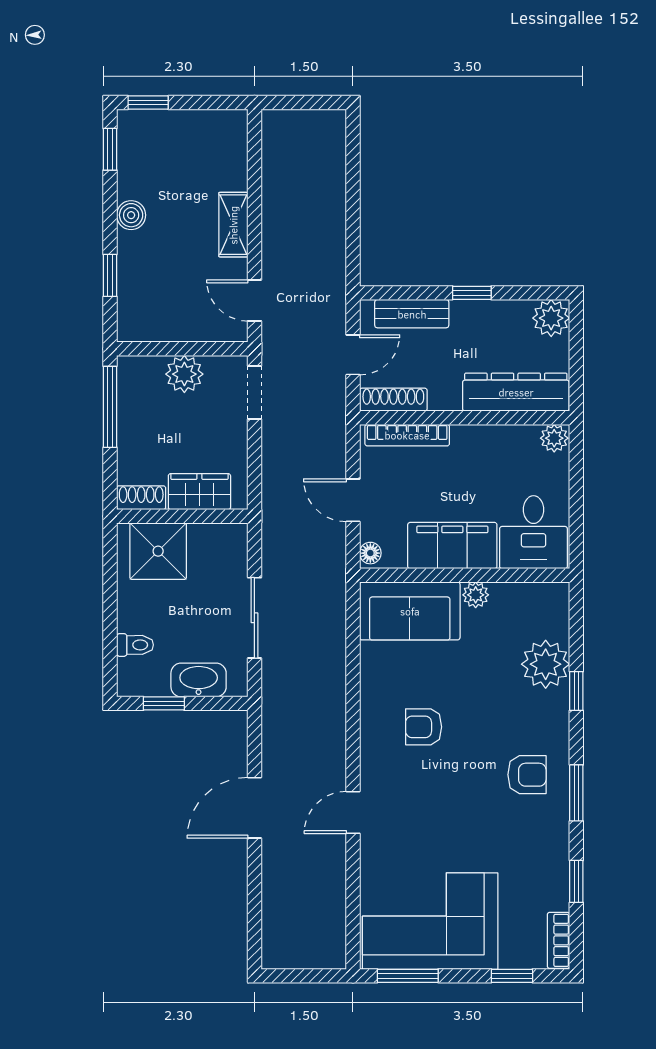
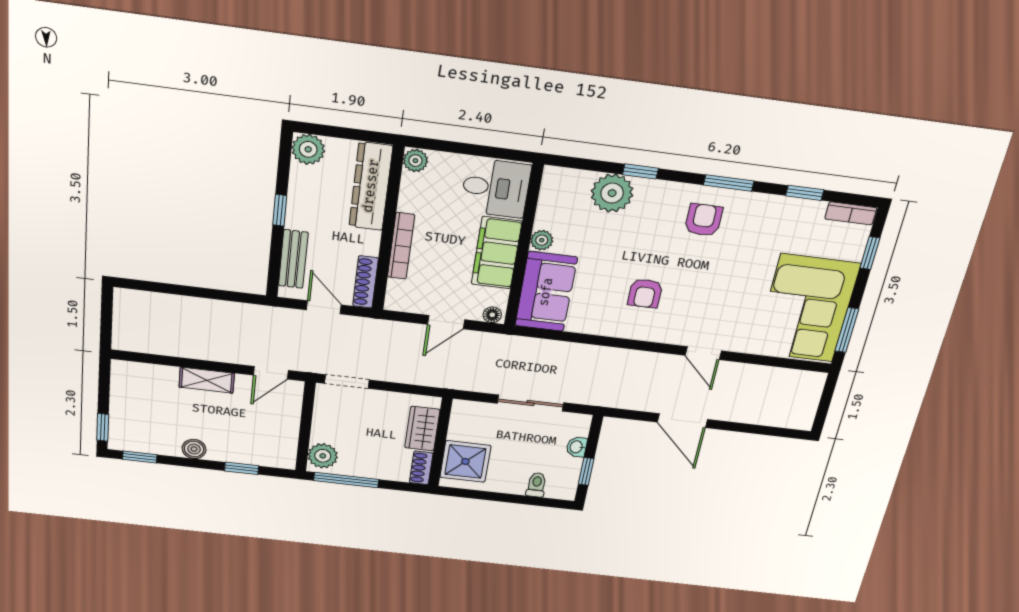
plant: (184, 374) -> (323, 456), moved
bookcase: (407, 435) -> (401, 246), moved
washbasin: (199, 680) -> (577, 447), width x0.52, depth x0.69

